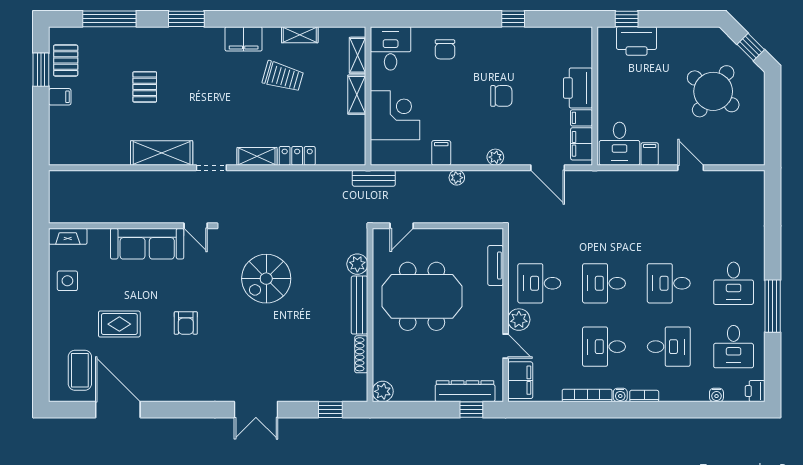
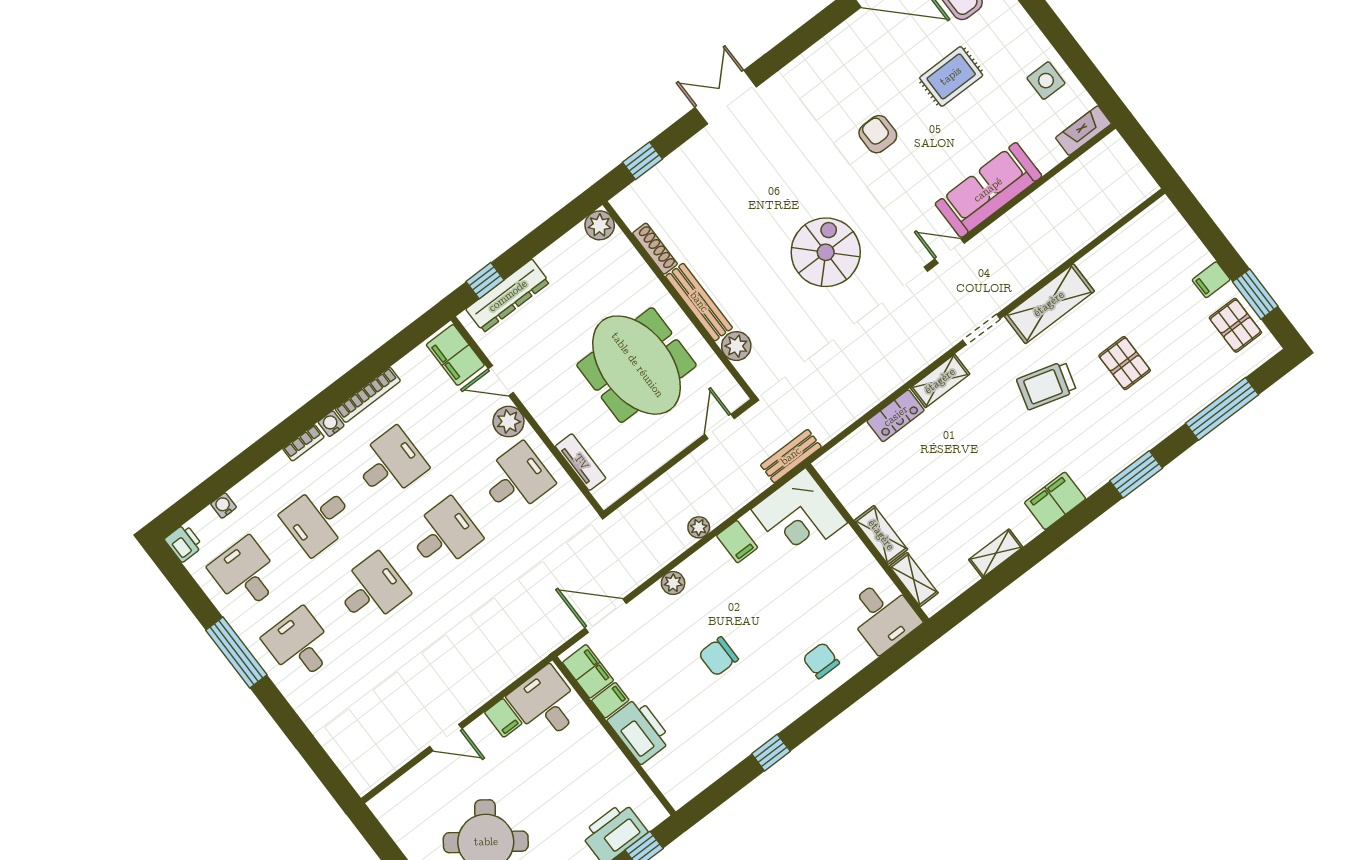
trolley: (283, 76) -> (1046, 385), moved
corner desk: (395, 115) -> (799, 516), moved
meeting table: (422, 296) -> (637, 365), turned 90

